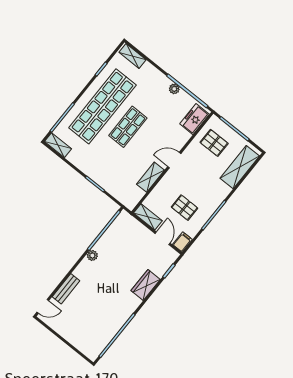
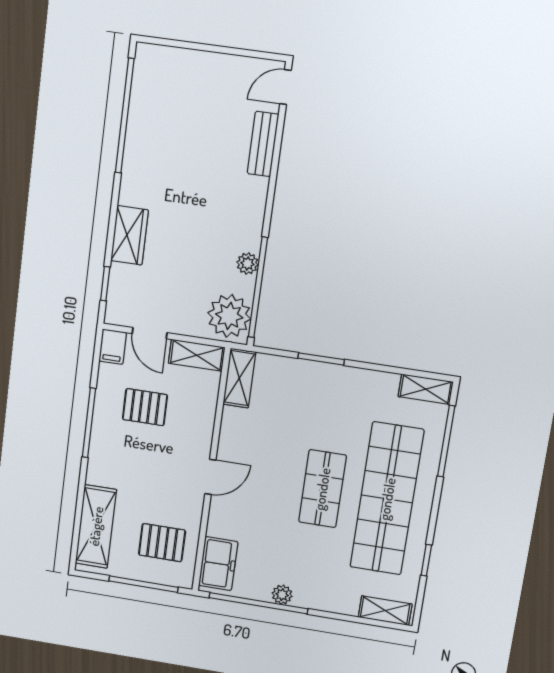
shelving: (151, 177) -> (239, 378), moved
plant: (123, 226) -> (229, 316), added
plant: (92, 255) -> (247, 264), moved

